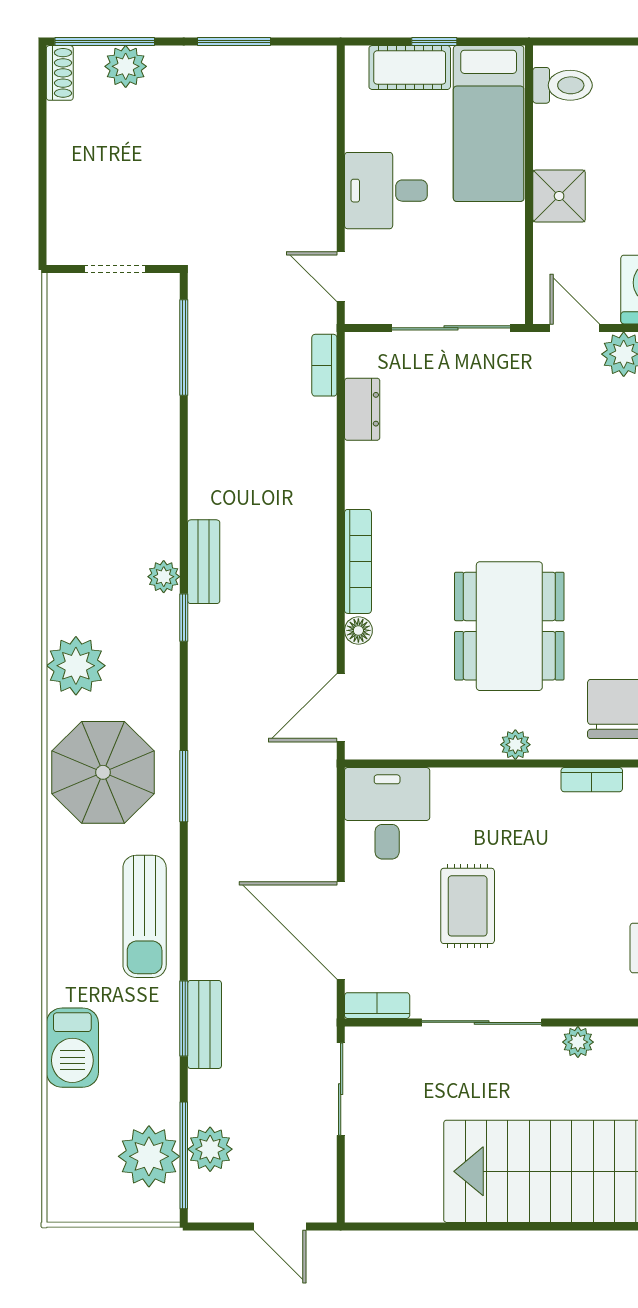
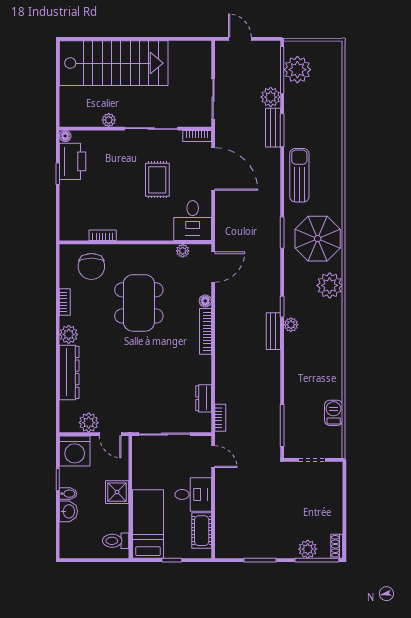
cot: (410, 67) -> (202, 531), moved, turned 90
plant: (515, 745) -> (183, 251), moved
barbecue: (72, 1048) -> (334, 413), moved, width x0.73, depth x0.79
plant: (210, 1149) -> (271, 97), moved

